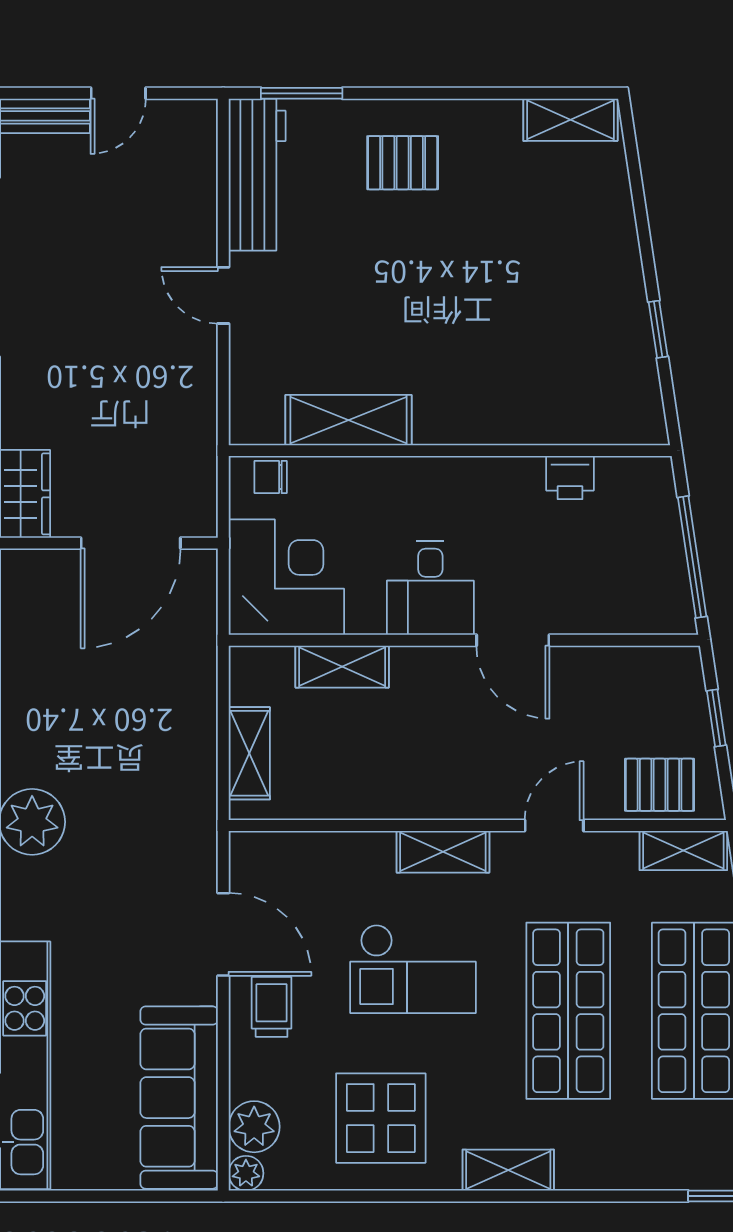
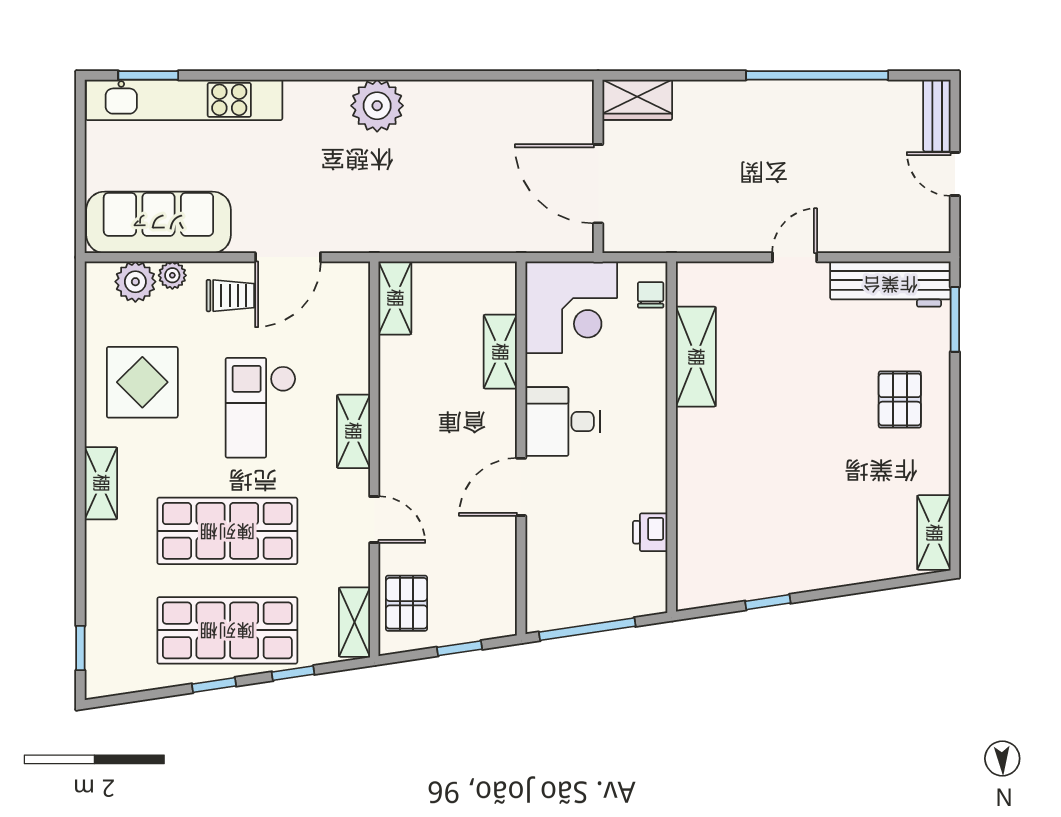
shelving: (249, 753) -> (395, 298), moved, turned 90
plant: (246, 1173) -> (172, 275), moved

